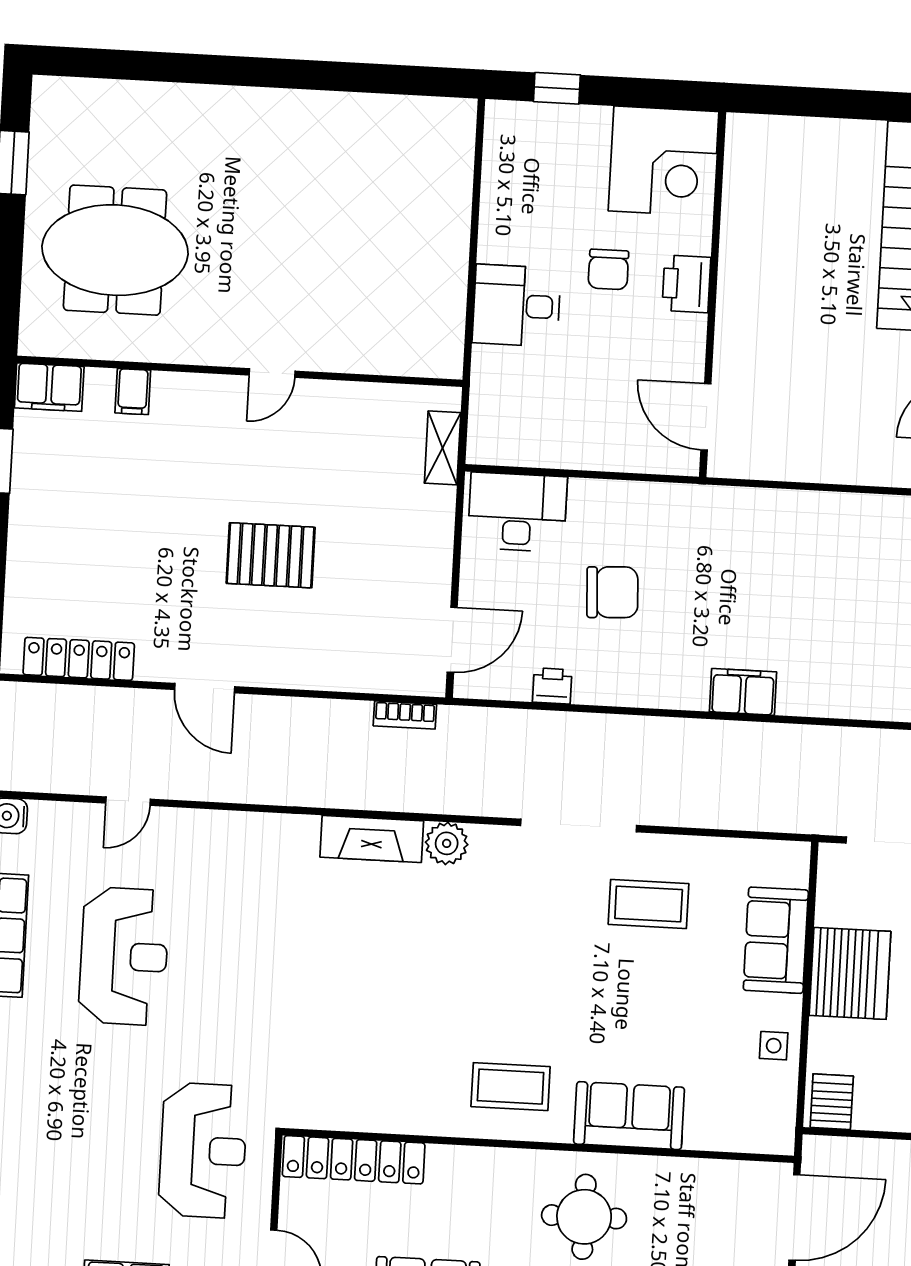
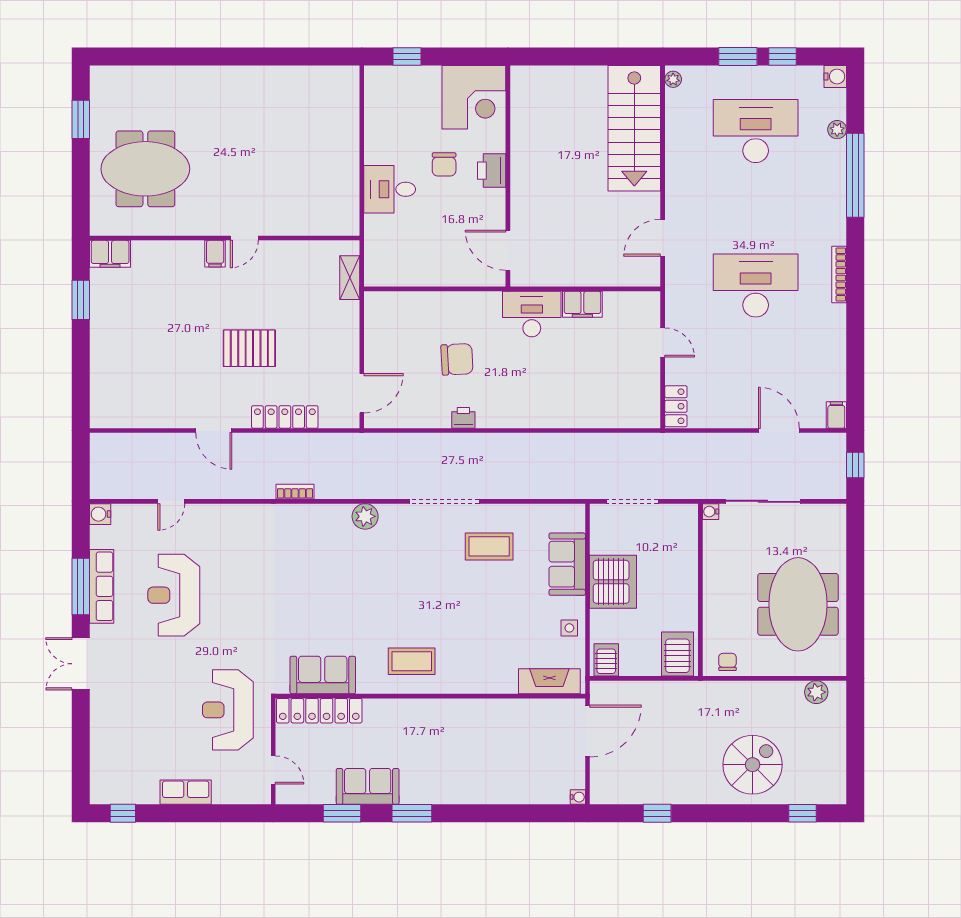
filing cabinet: (133, 392) -> (215, 254), moved
desk: (517, 512) -> (532, 314), moved
locker: (79, 659) -> (285, 417), moved
printer: (552, 686) -> (463, 418), moved
filing cabinet: (743, 692) -> (582, 304), moved, turned 180
bookcase: (405, 715) -> (295, 492), moved, turned 180
fireplace: (372, 839) -> (549, 681), moved, turned 180
reception desk: (124, 956) -> (174, 595), turned 180
sofa: (629, 1116) -> (323, 675), moved
reception desk: (203, 1150) -> (228, 710), turned 180
round table: (584, 1217) -> (460, 738), removed

